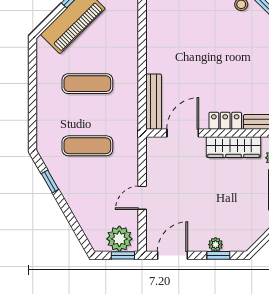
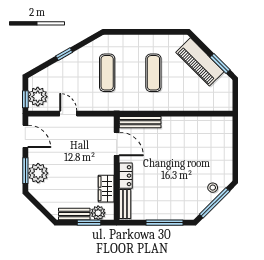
wardrobe: (233, 147) -> (106, 189), width x0.67
window: (50, 182) -> (64, 54), moved
plant: (216, 245) -> (38, 173), width x1.88, depth x1.88
window: (218, 255) -> (25, 171), width x1.50

